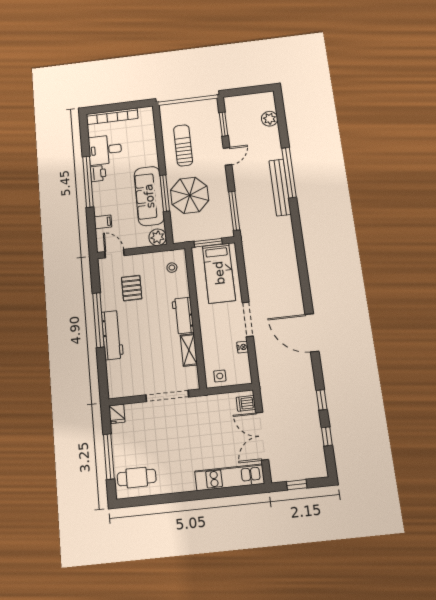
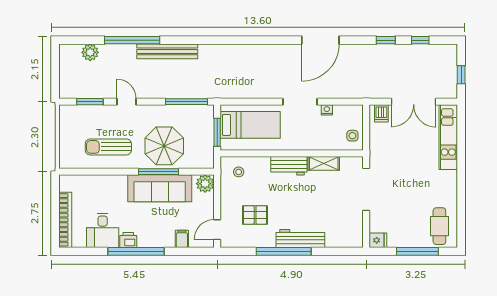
window: (289, 173) -> (132, 40), moved

